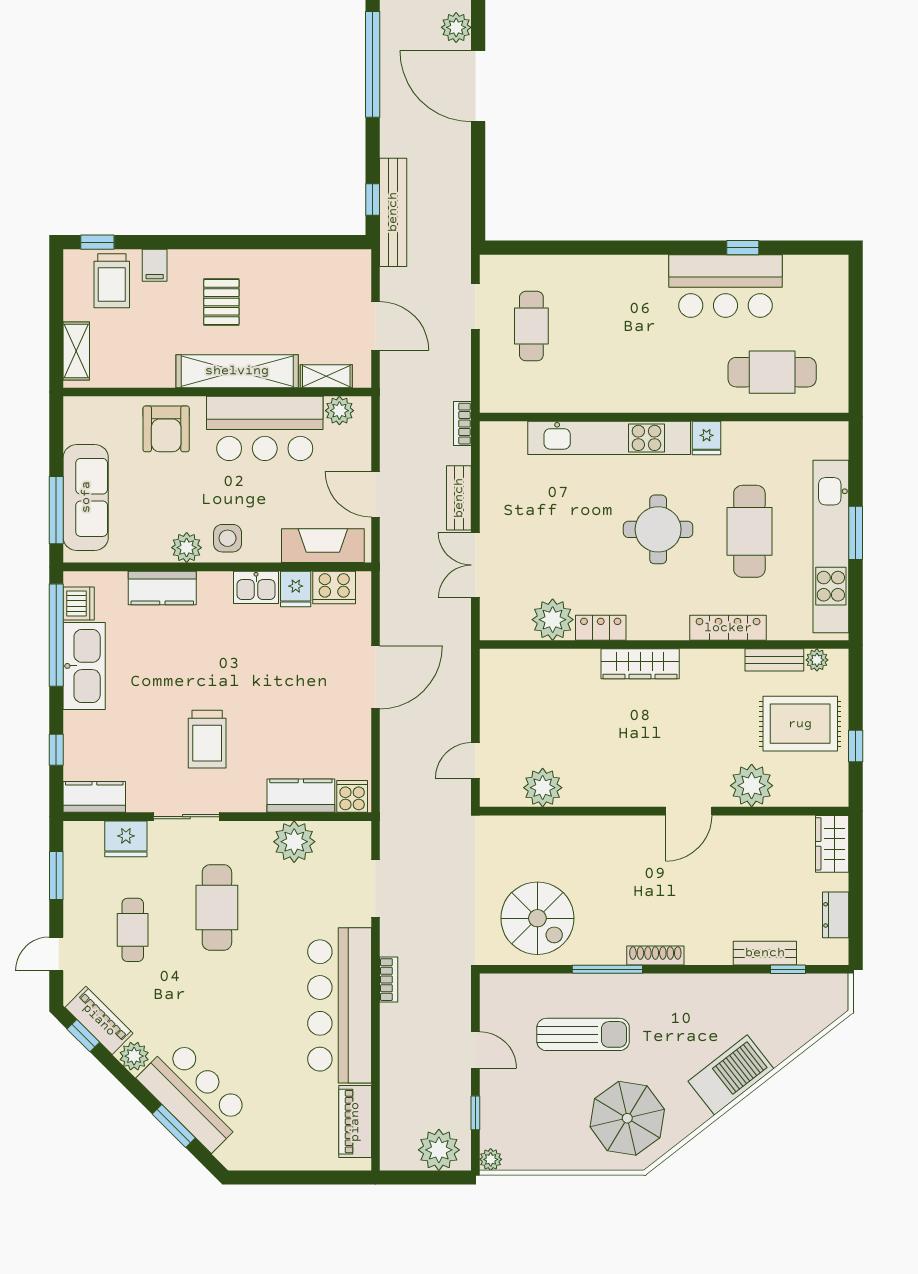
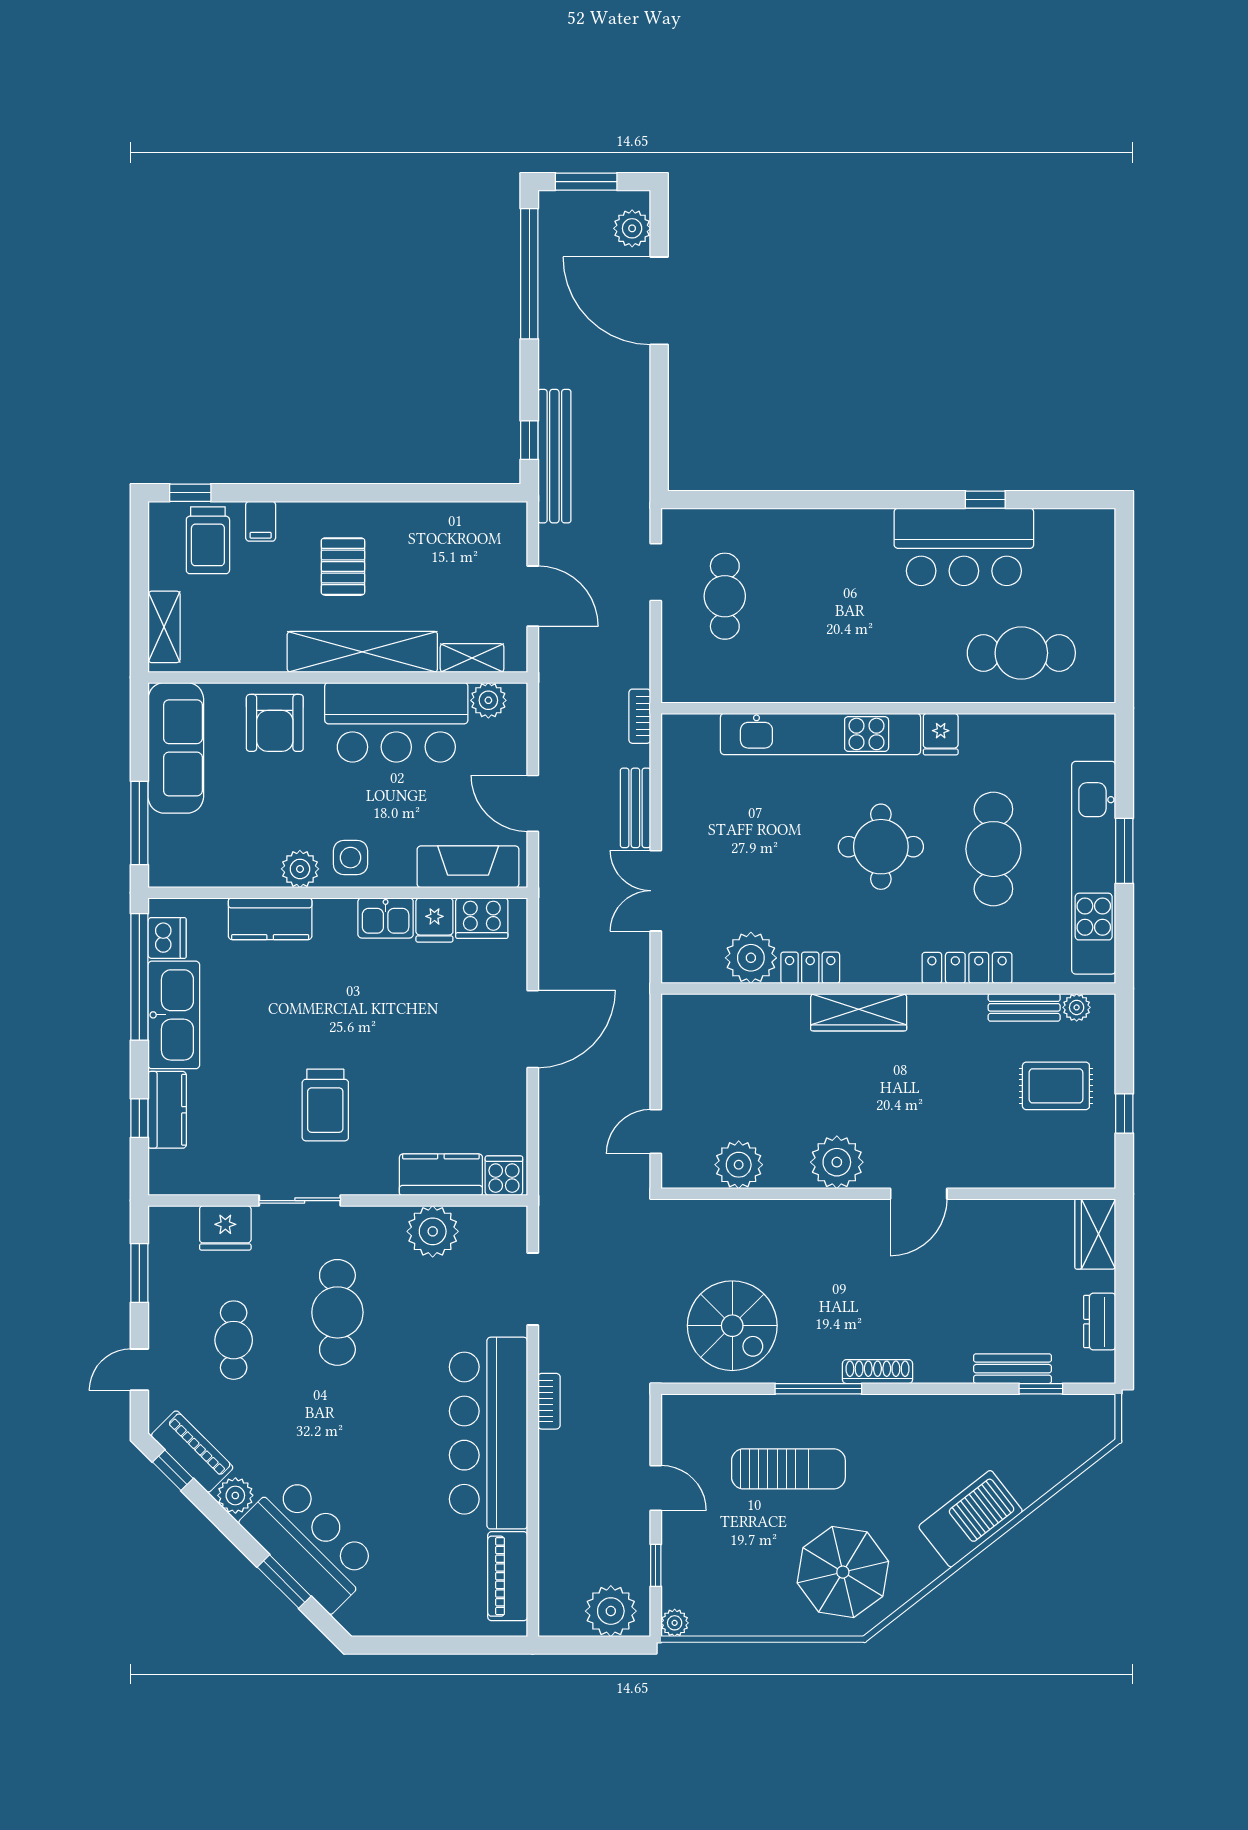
sofa: (86, 497) -> (176, 748), moved
rug: (800, 724) -> (1056, 1086), width x0.73, depth x0.70
plant: (752, 786) -> (837, 1162), moved
kitchen counter: (94, 797) -> (167, 1110), moved, turned 90

